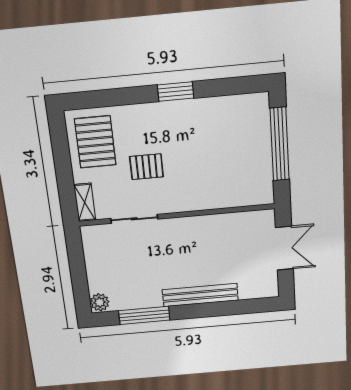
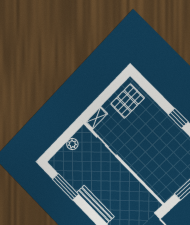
pallet: (146, 167) -> (135, 132), removed
plant: (100, 302) -> (72, 144), moved

